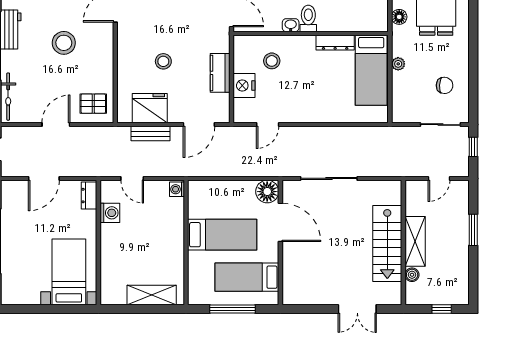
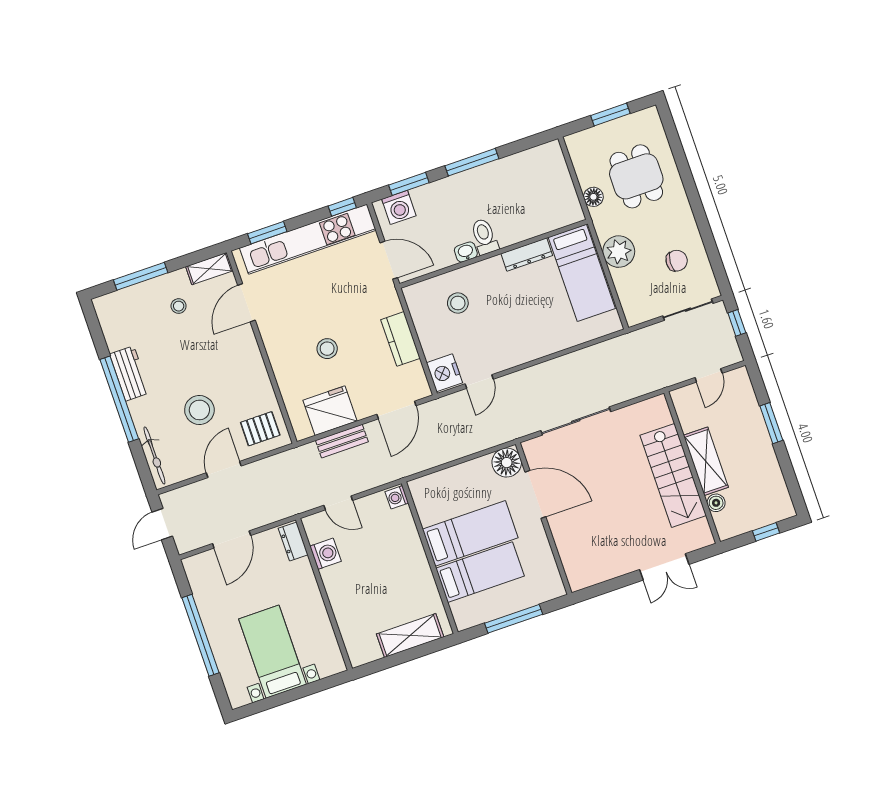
stool: (64, 43) -> (199, 410), moved
plant: (398, 64) -> (619, 252), width x1.87, depth x1.87
nightstand: (244, 86) -> (444, 373), moved
bed with nightstands: (69, 272) -> (272, 652), moved
bed: (247, 277) -> (480, 572), moved, turned 180

